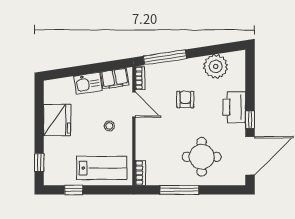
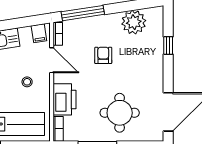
filing cabinet: (115, 78) -> (39, 33), width x0.50
printer: (234, 107) -> (65, 99), moved, turned 180
window: (250, 120) -> (168, 46), moved

